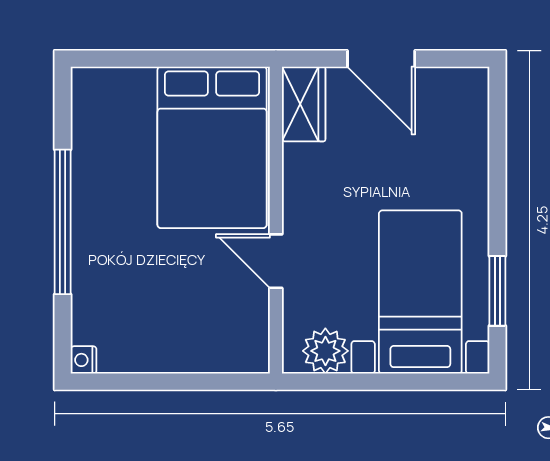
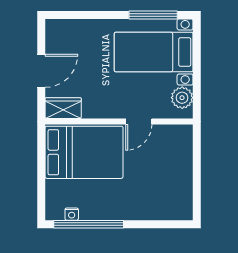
window: (63, 222) -> (89, 224), moved
window: (497, 291) -> (153, 15), width x1.44
nightstand: (83, 360) -> (72, 214), moved

